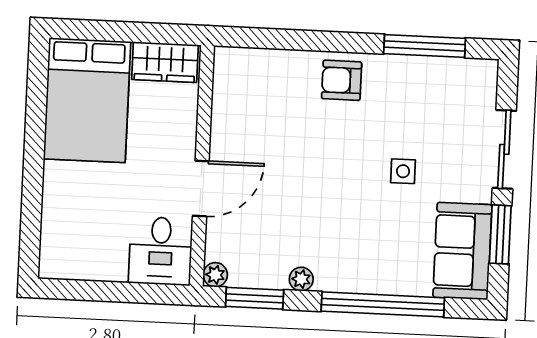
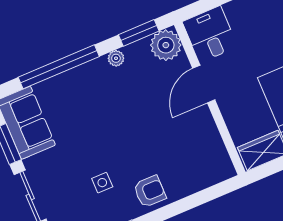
side table: (403, 171) -> (102, 183), moved
plant: (215, 275) -> (166, 45), width x1.88, depth x1.88

